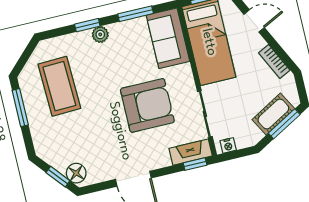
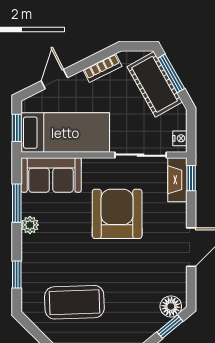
window: (87, 25) -> (17, 274), moved
plant: (100, 34) -> (30, 225), moved
cot: (273, 114) -> (155, 84), width x1.37, depth x1.34

